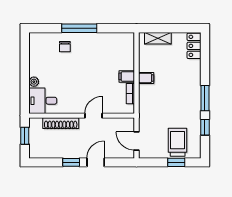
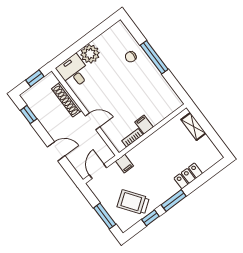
locker: (194, 46) -> (188, 176), moved
filing cabinet: (146, 78) -> (124, 164), moved
plant: (34, 82) -> (90, 54), width x1.87, depth x1.87
trolley: (178, 142) -> (133, 202), moved, turned -126
window: (71, 162) -> (29, 115), moved
window: (176, 162) -> (105, 216), width x1.50

